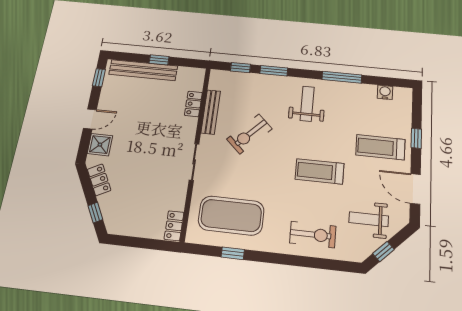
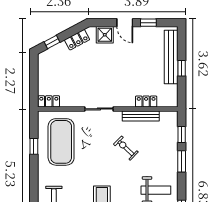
window: (99, 78) -> (148, 23), moved
exercise bike: (249, 134) -> (126, 148), width x0.73, depth x0.72

